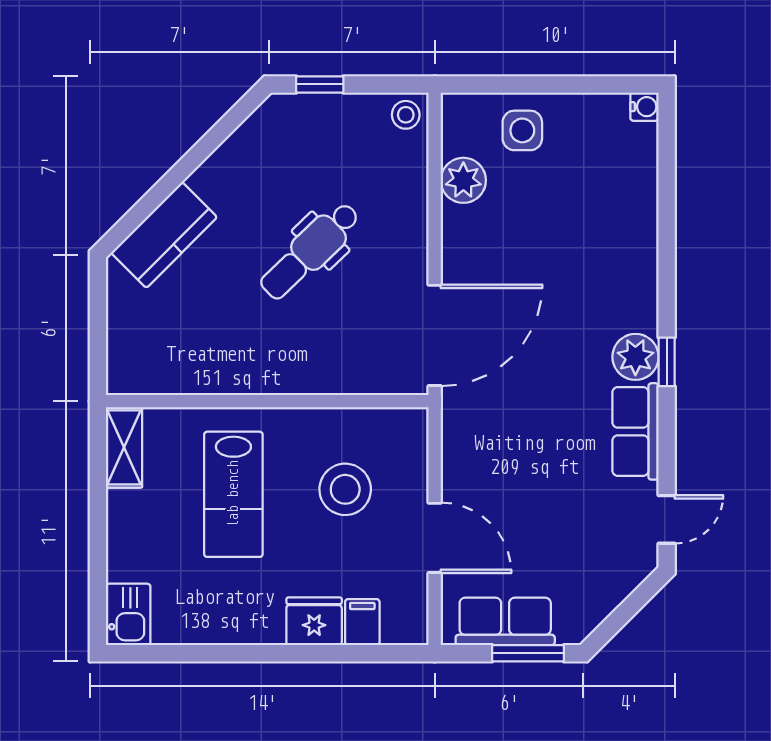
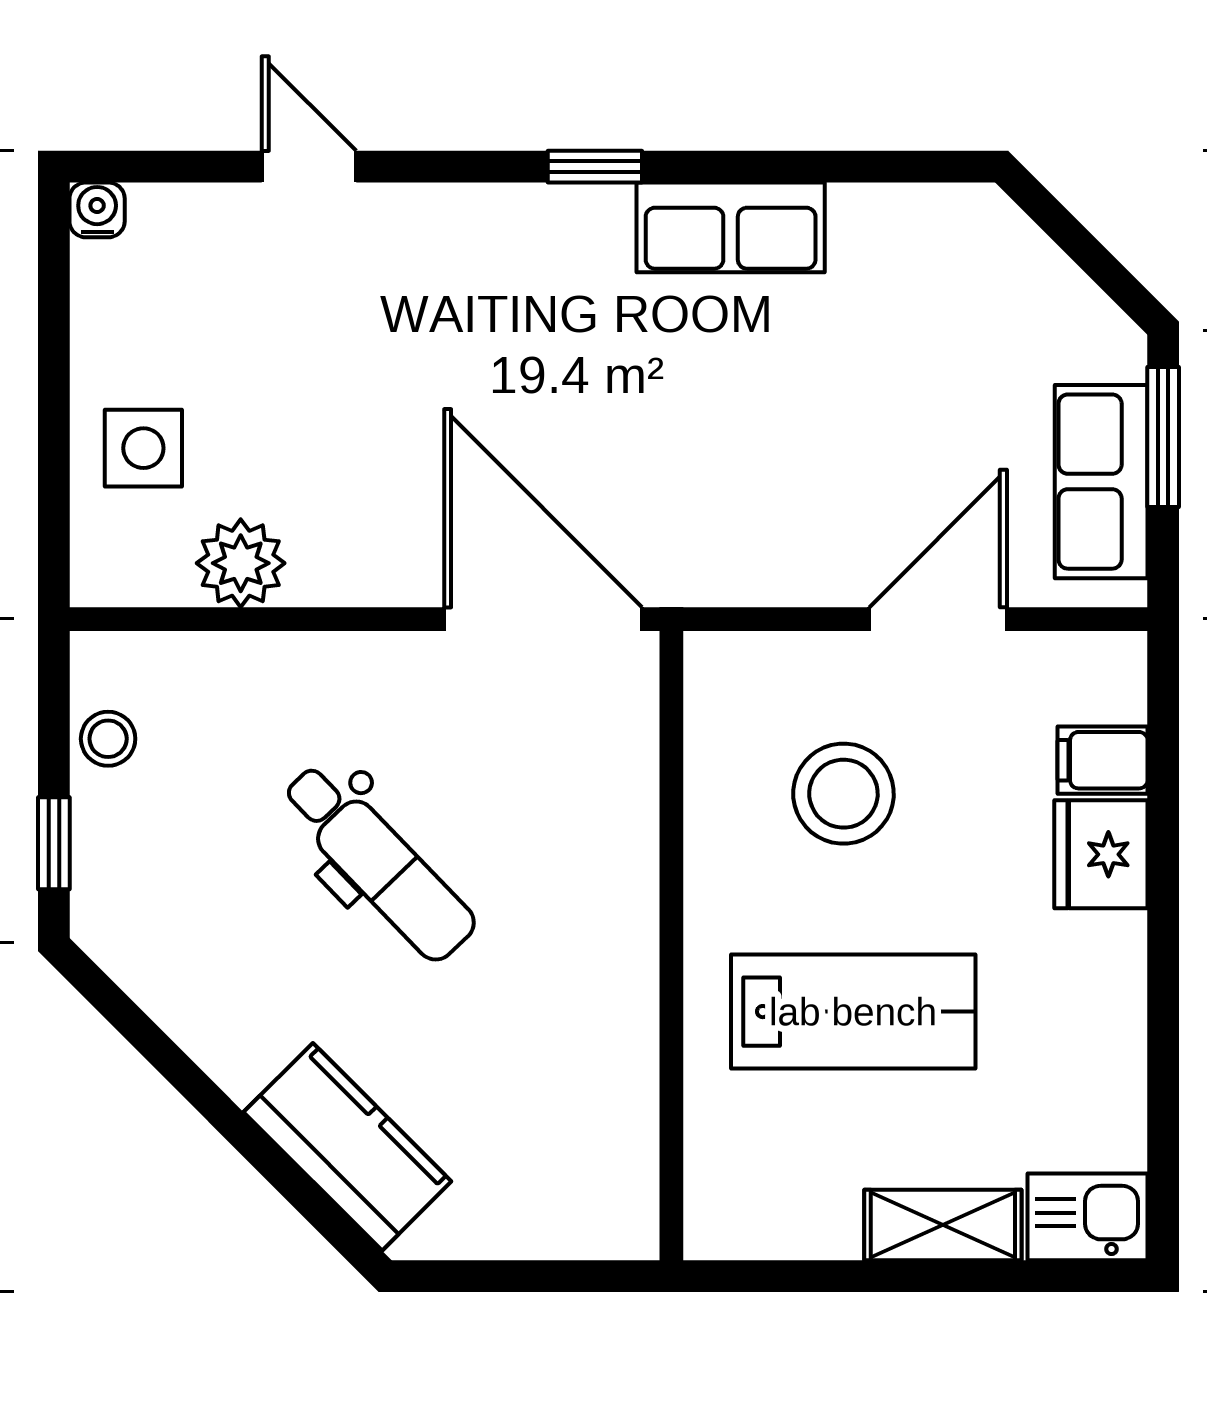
stool: (406, 115) -> (108, 739), moved
plant: (635, 357) -> (585, 227), removed
shelving: (124, 447) -> (943, 1225), moved
door: (667, 519) -> (309, 167), moved

